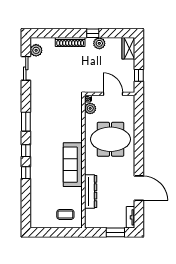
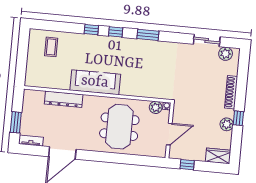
coffee table: (65, 214) -> (51, 47), moved

